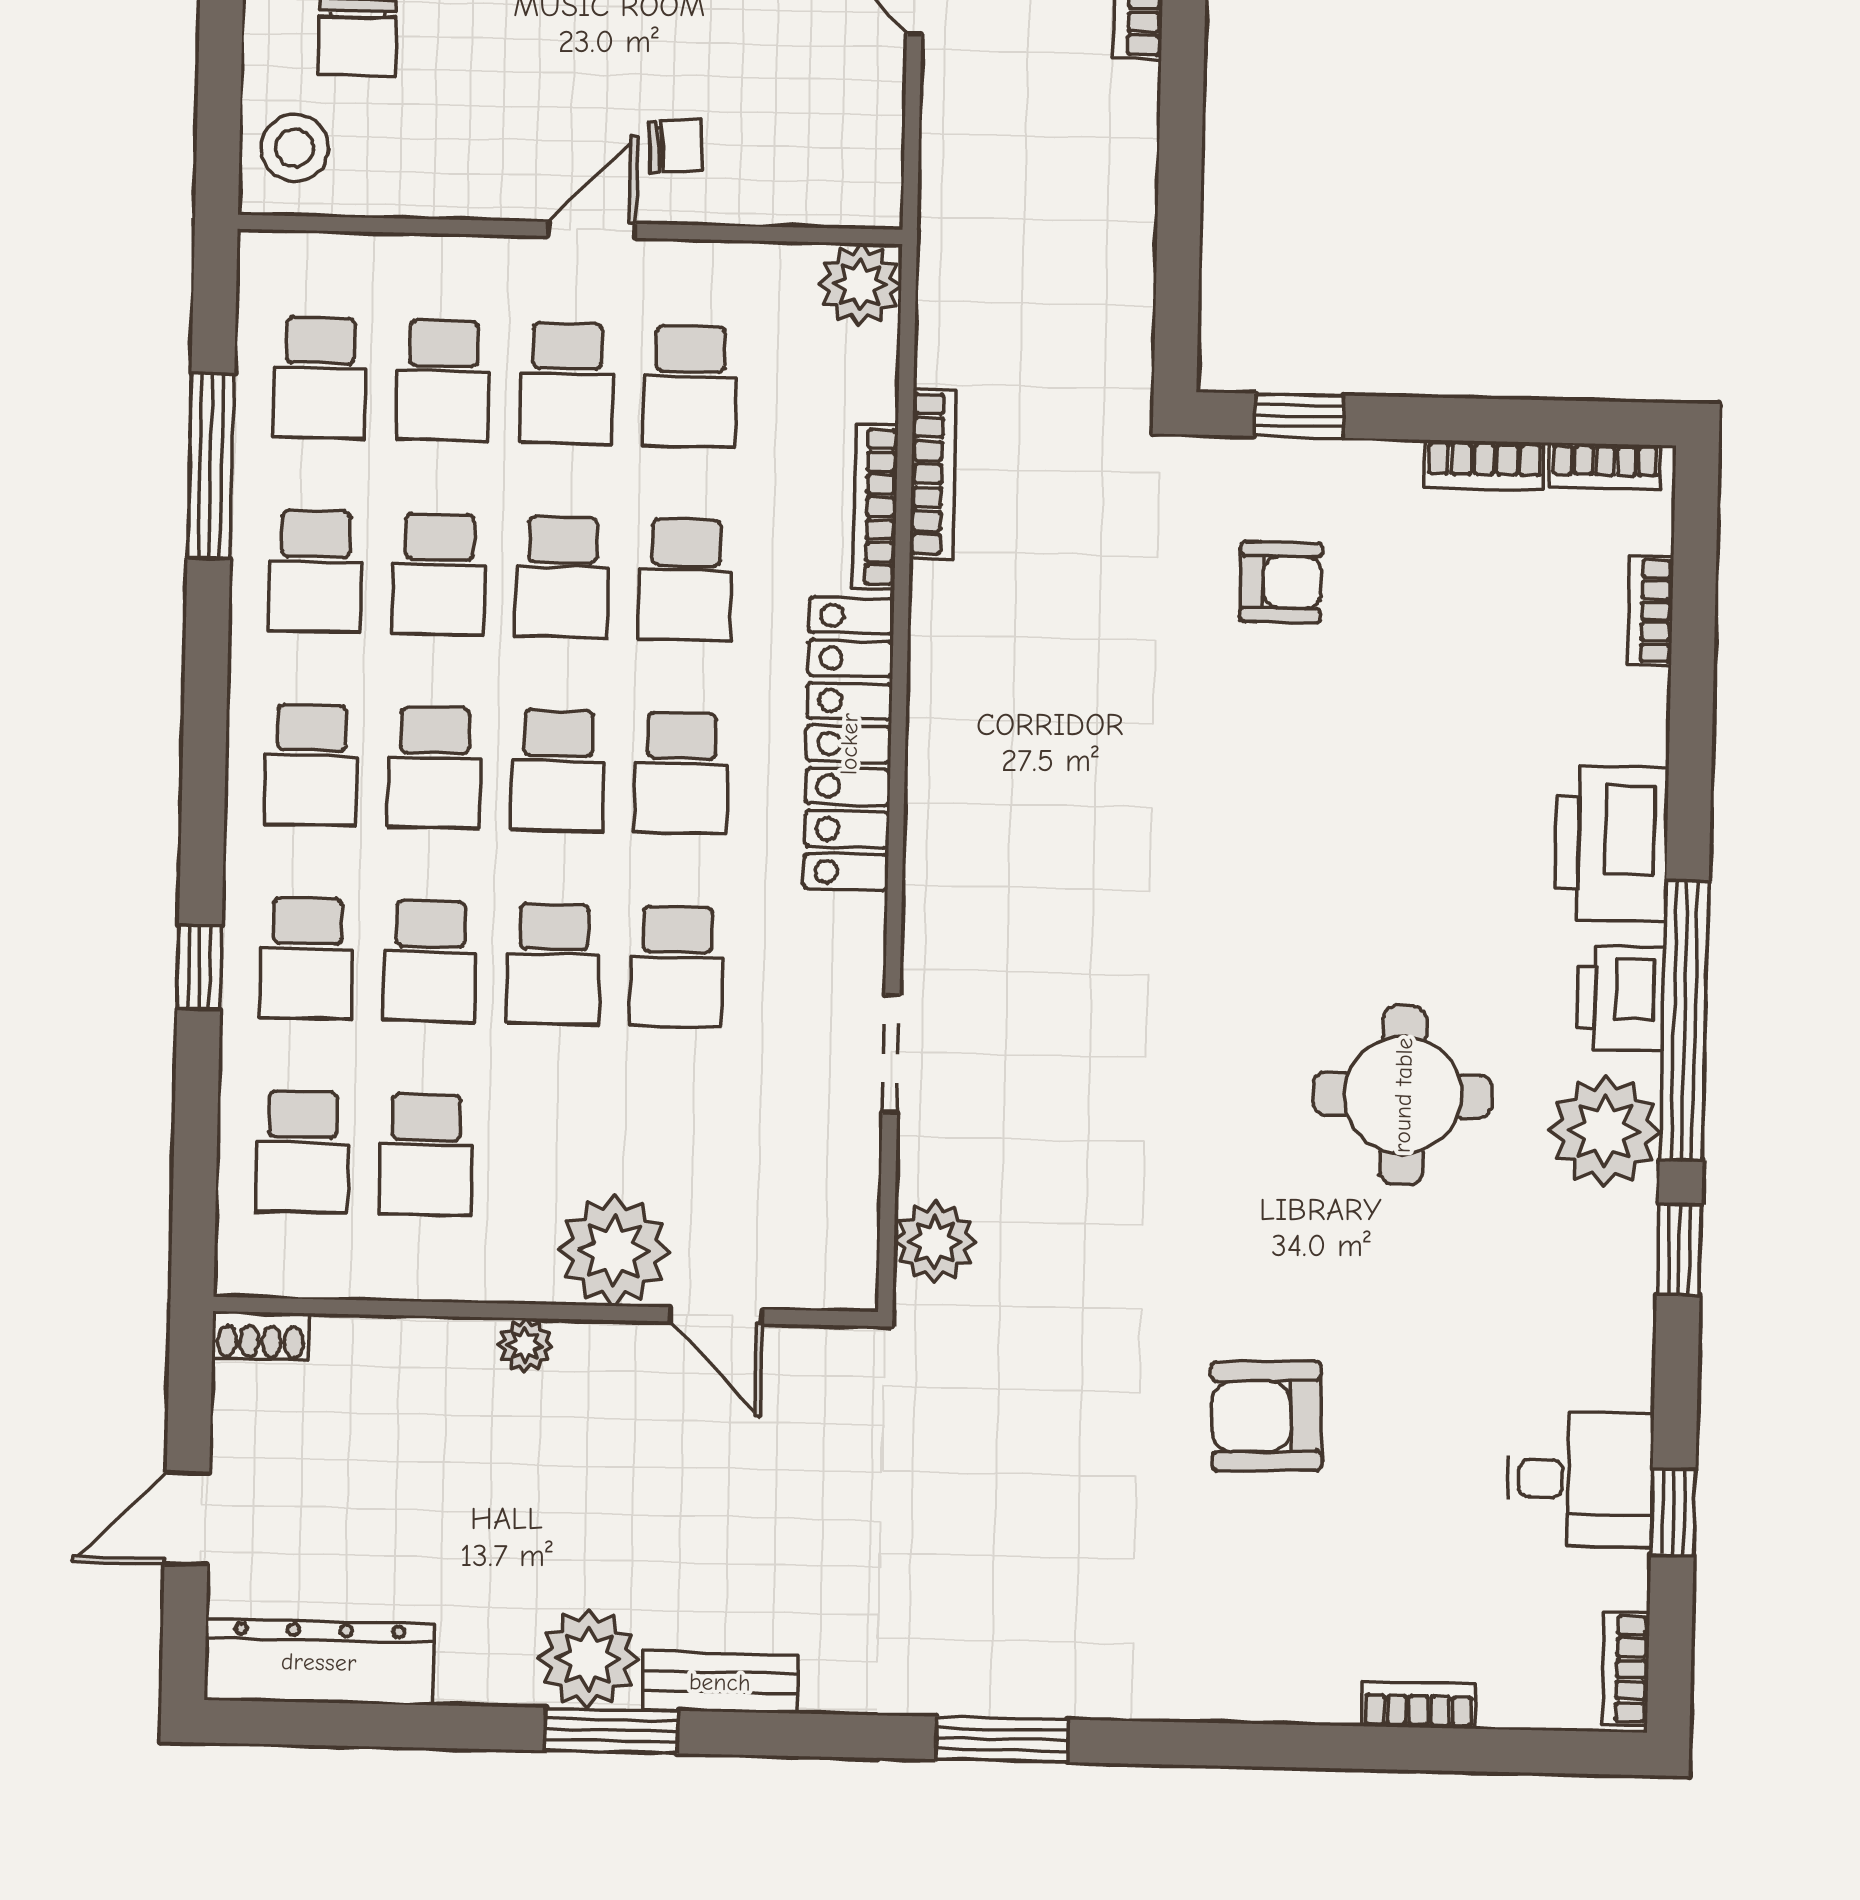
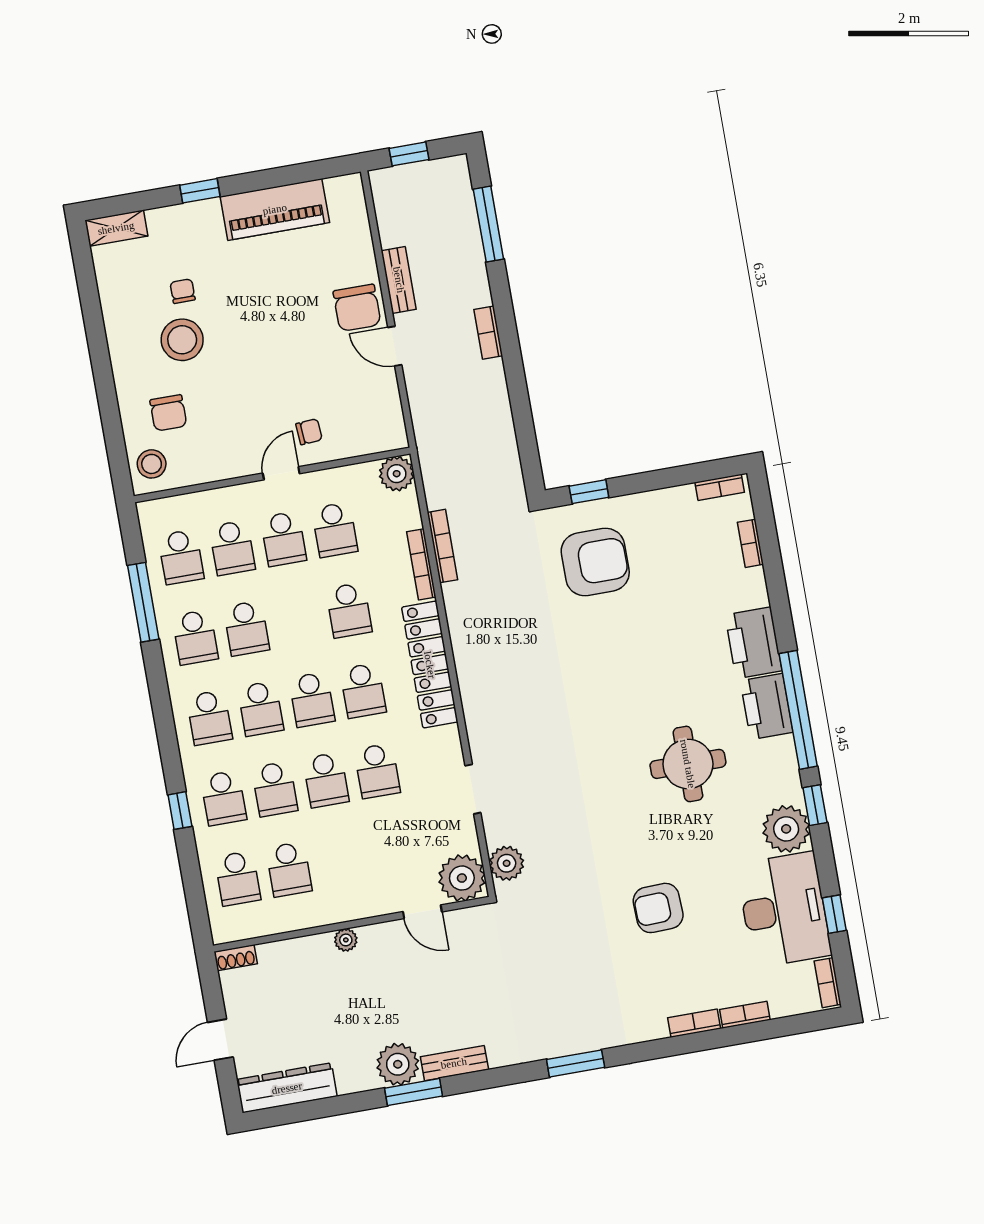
bookcase: (1484, 465) -> (694, 1023), moved, turned 180
school desk: (562, 577) -> (298, 619), removed
armchair: (1281, 582) -> (595, 562), width x1.88, depth x1.88
printer: (1621, 998) -> (767, 707), width x1.37, depth x1.19
plant: (1605, 1131) -> (786, 829), moved
plant: (614, 1251) -> (462, 878), moved
desk: (1580, 1479) -> (784, 910), width x1.87, depth x1.30

